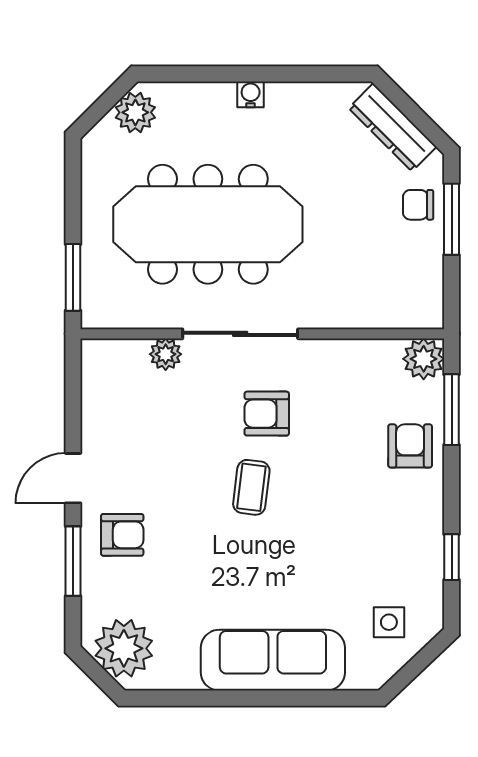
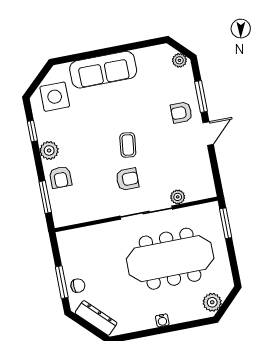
plant: (424, 359) -> (49, 150), moved
side table: (389, 622) -> (55, 97), width x1.87, depth x1.87
plant: (124, 648) -> (179, 60), width x0.53, depth x0.53

